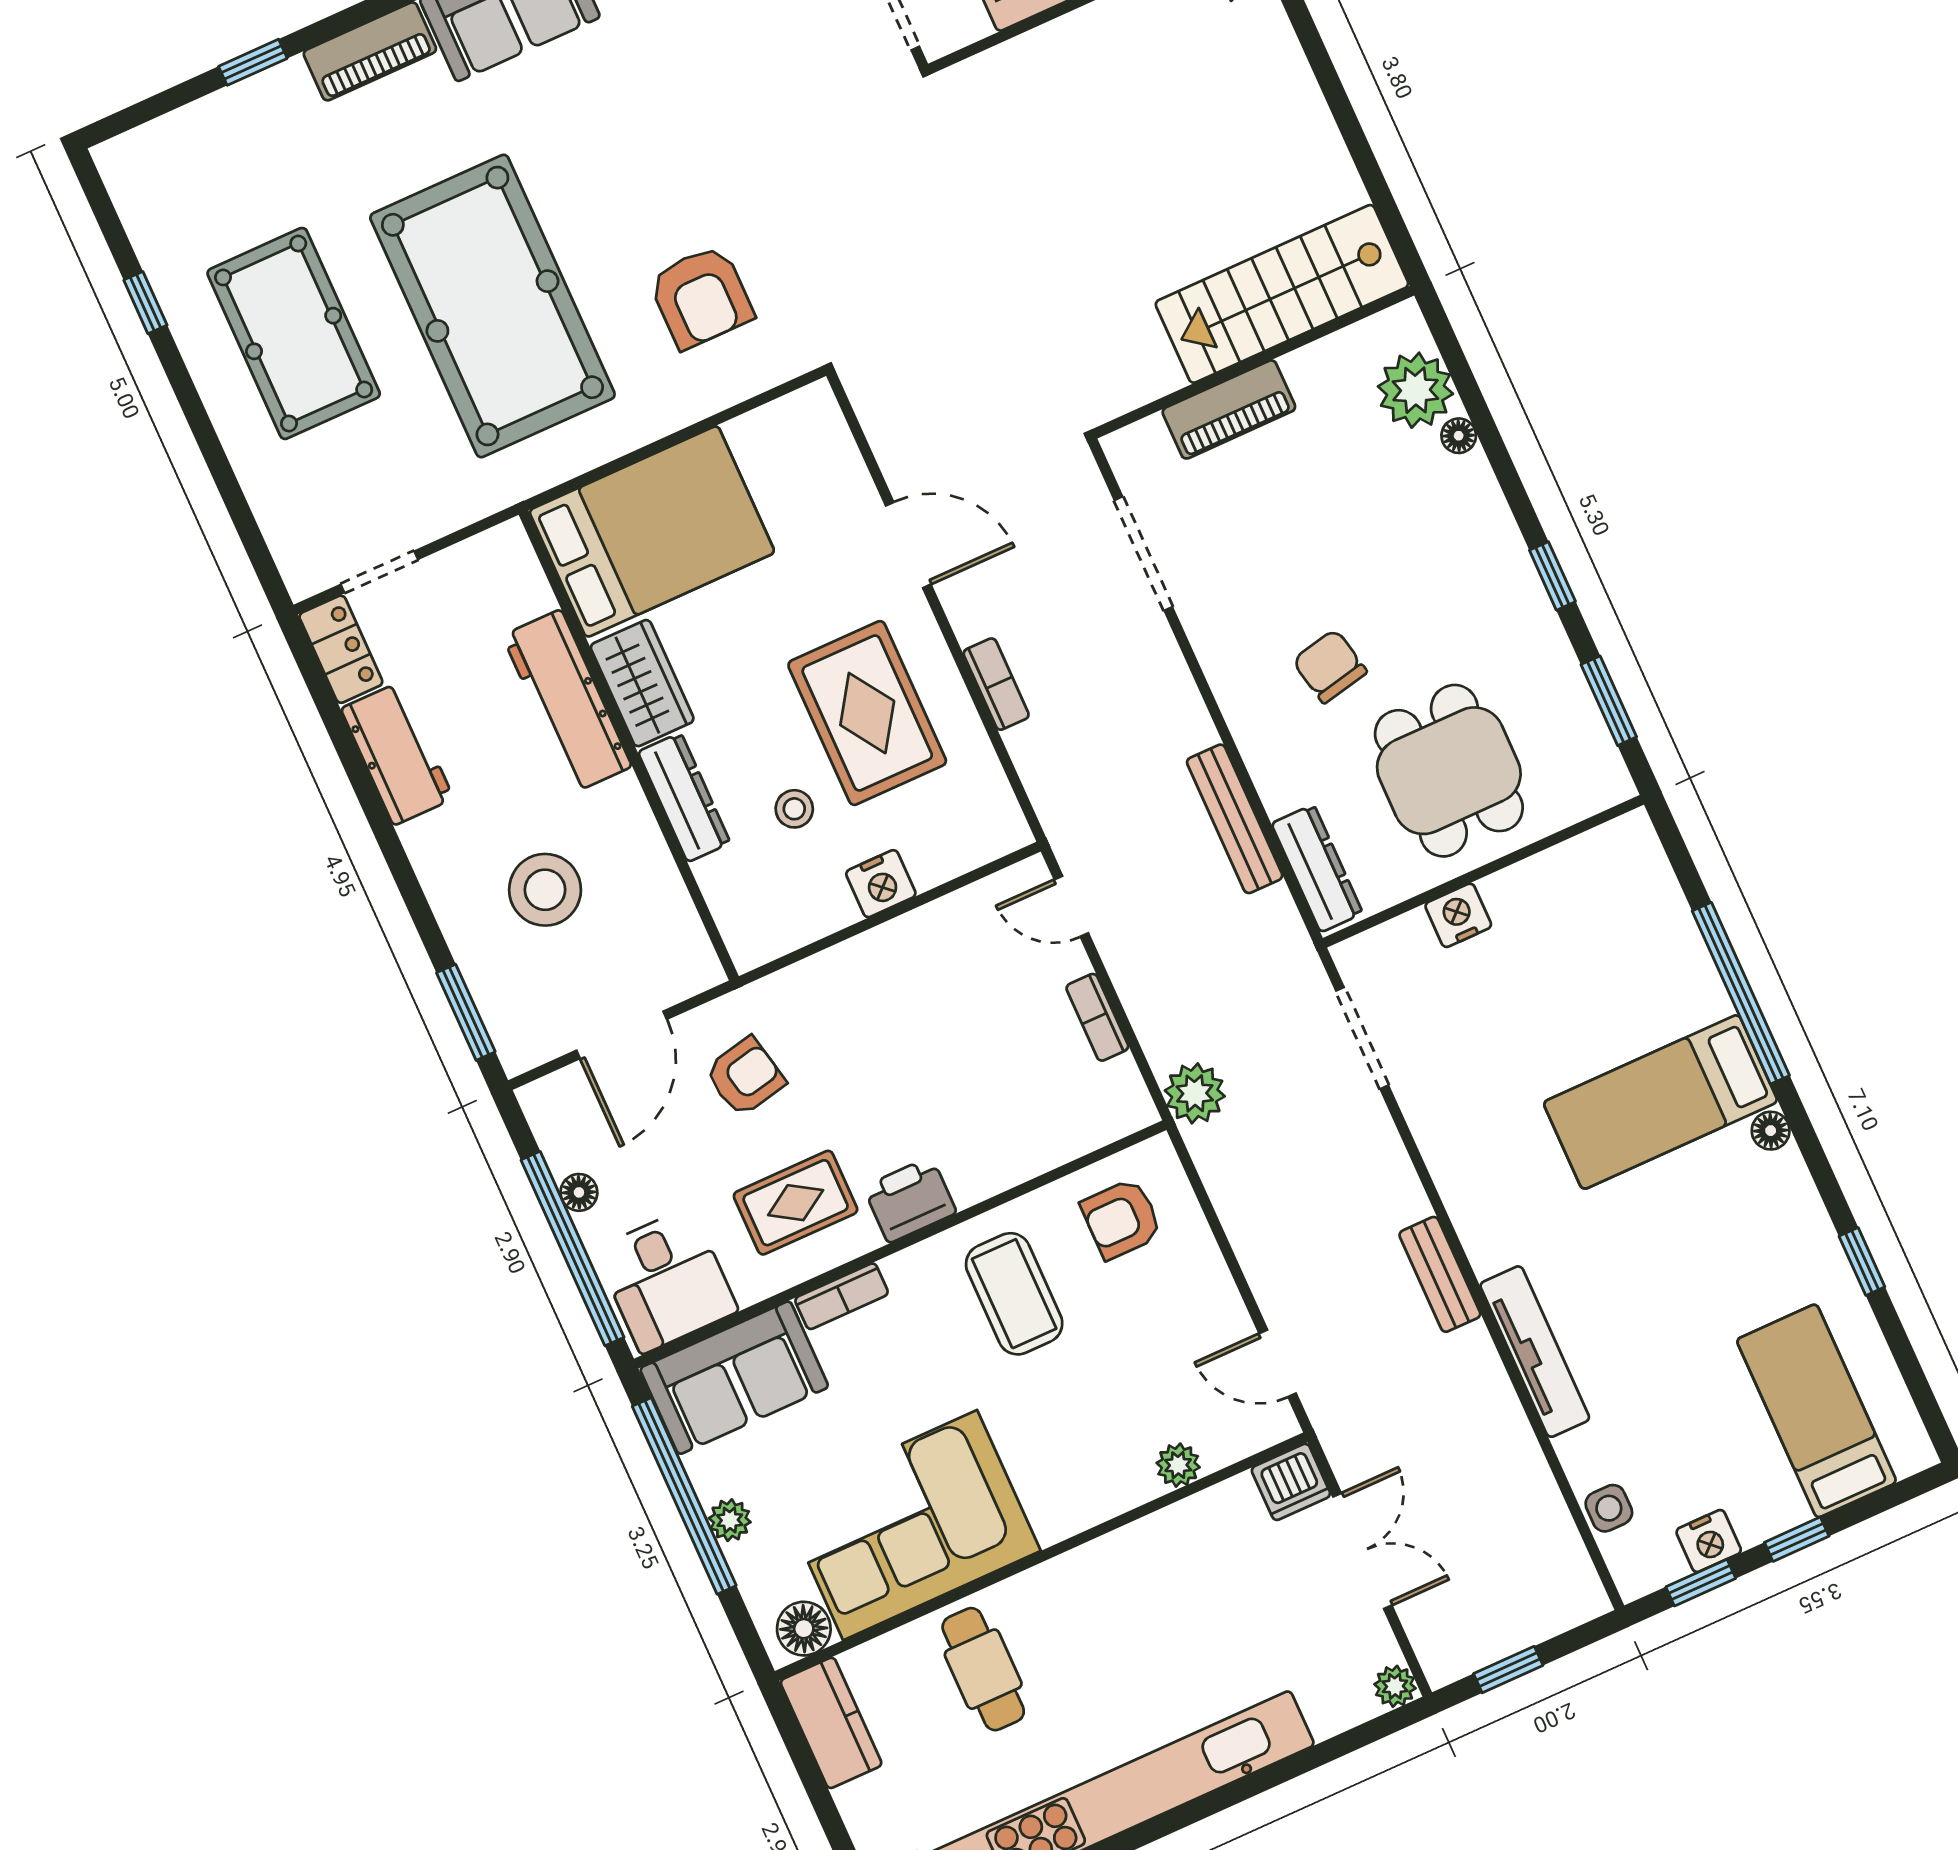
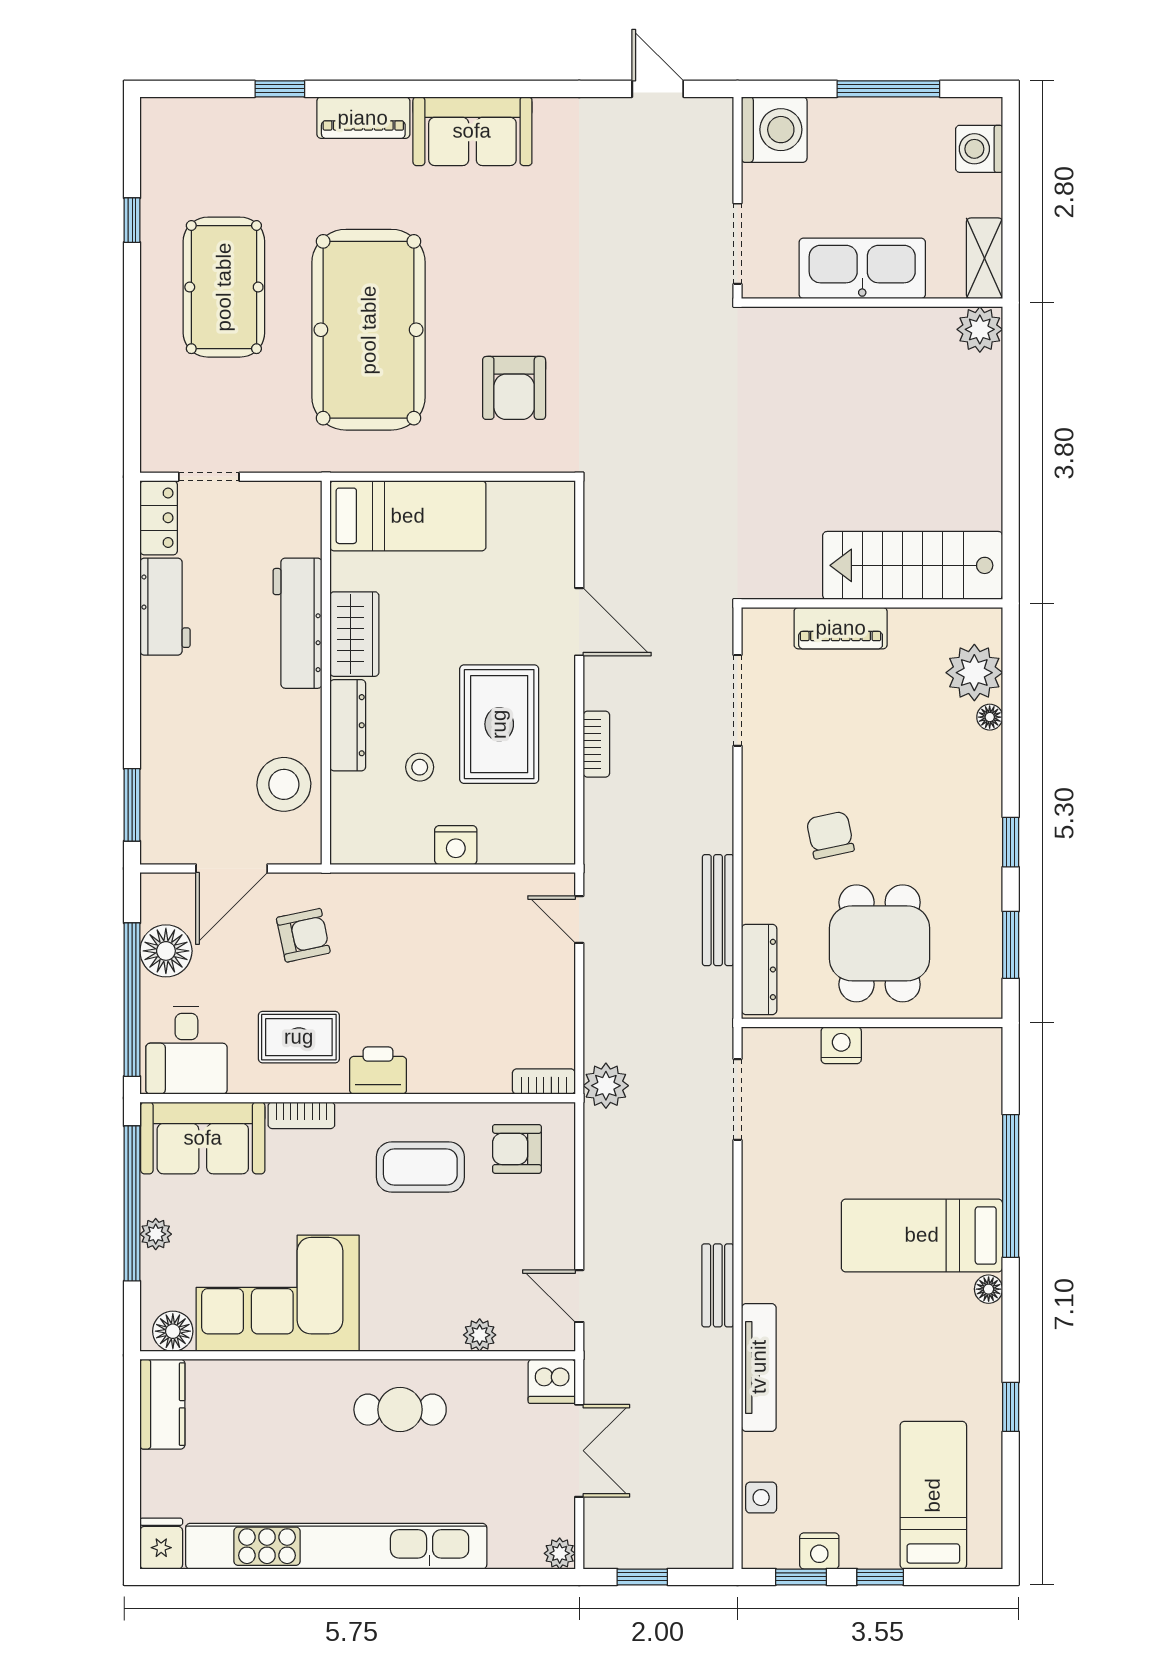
bed: (652, 532) -> (408, 516), width x0.67
stool: (545, 890) -> (284, 784), moved
bookcase: (1097, 1017) -> (544, 1082), moved, turned 90
floor lamp: (579, 1192) -> (166, 951), width x1.89, depth x1.89
coffee table: (1014, 1294) -> (420, 1167), turned 90
cafe table: (983, 1669) -> (400, 1410), moved, turned 90

